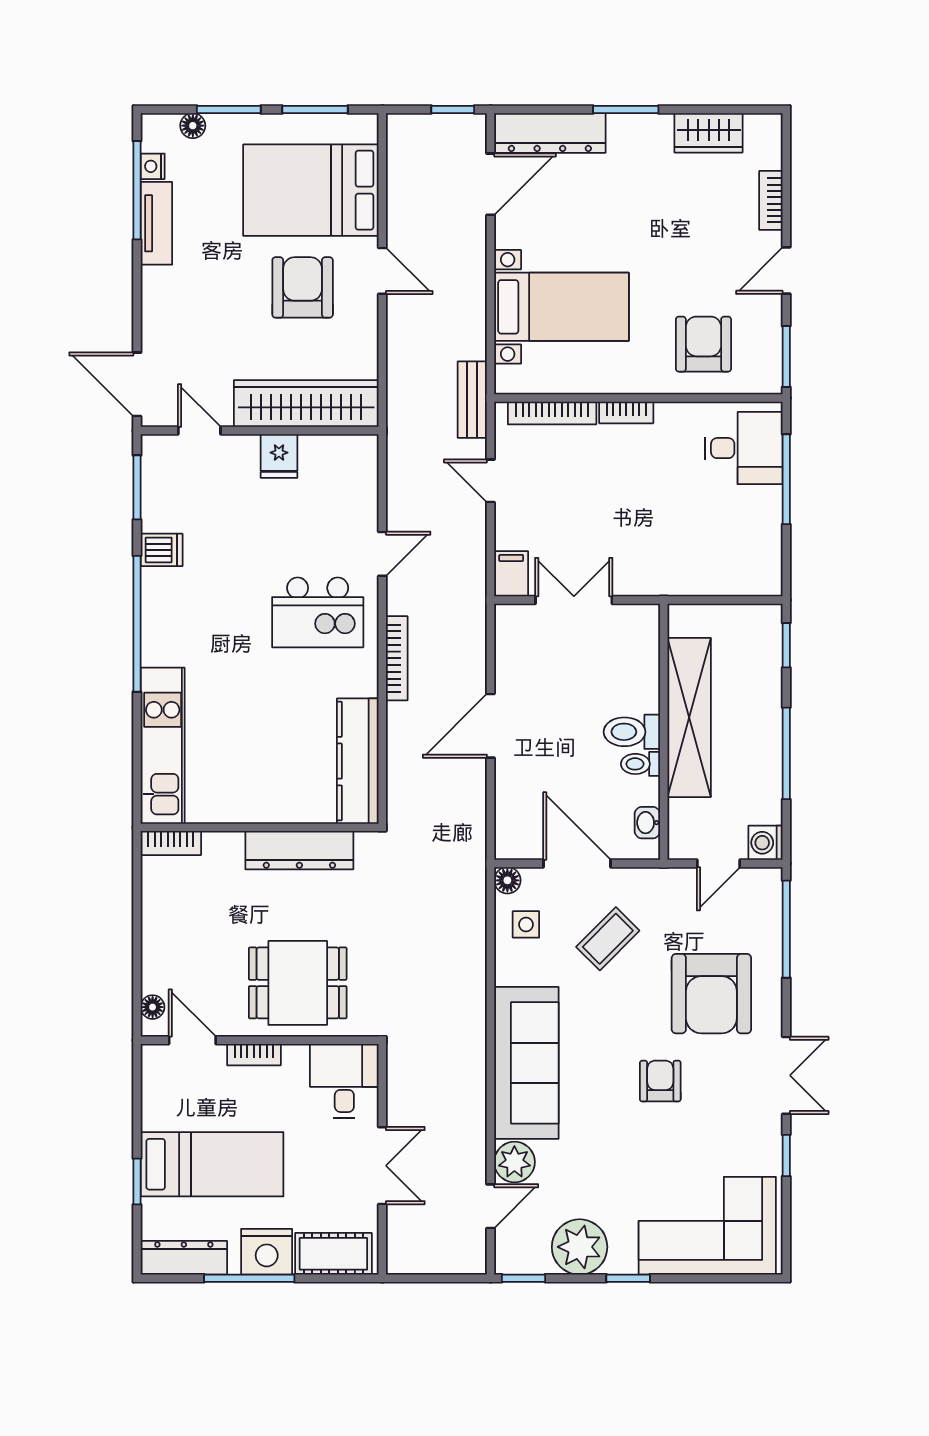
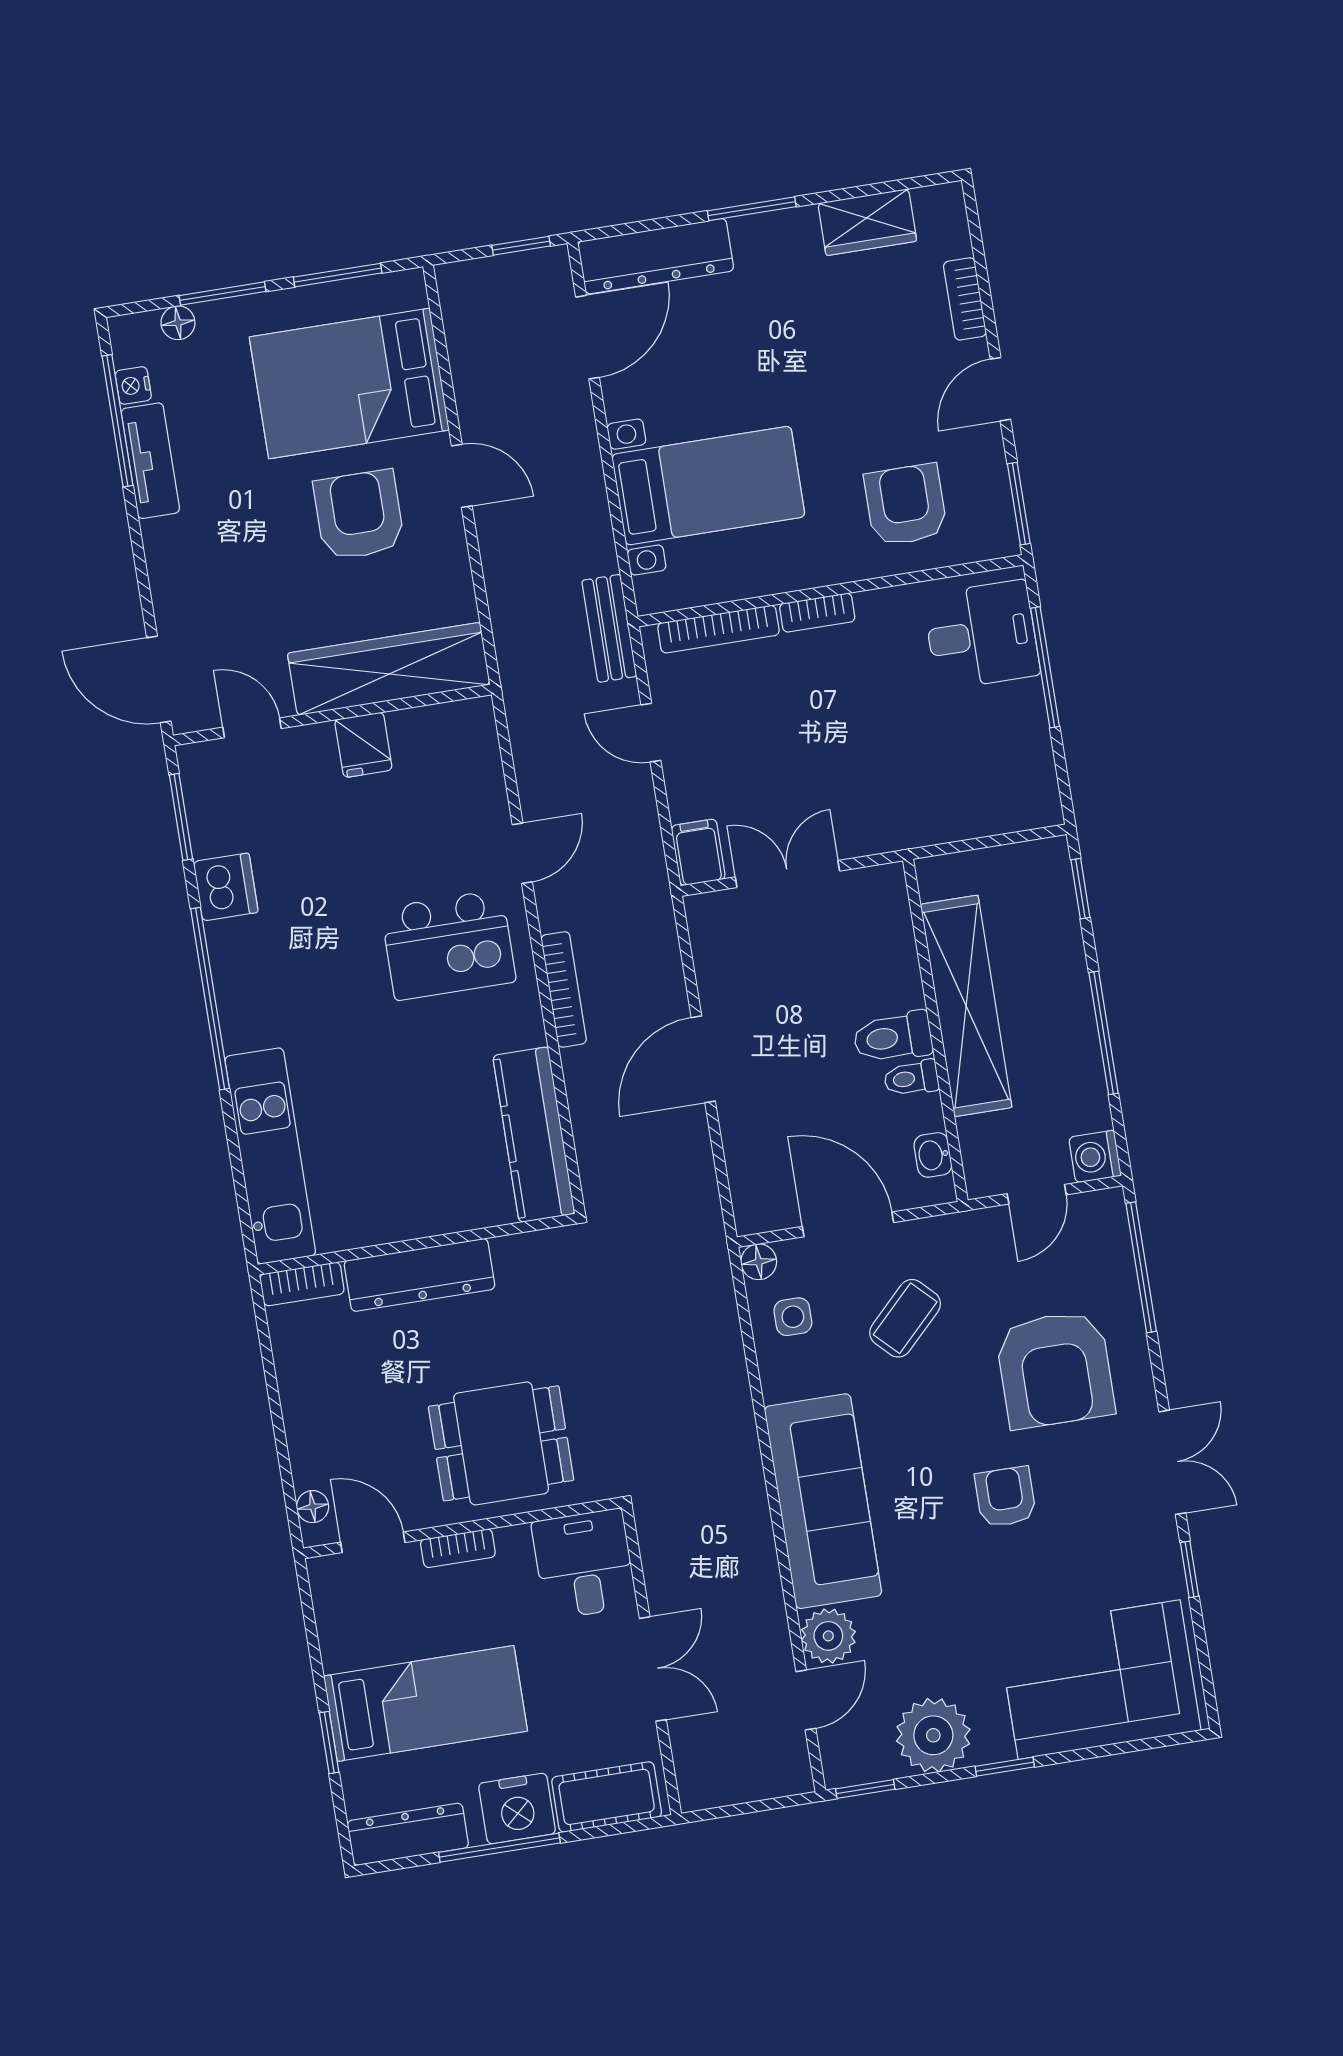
dishwasher: (162, 550) -> (226, 887), width x1.38
dresser: (299, 850) -> (419, 1275), moved

